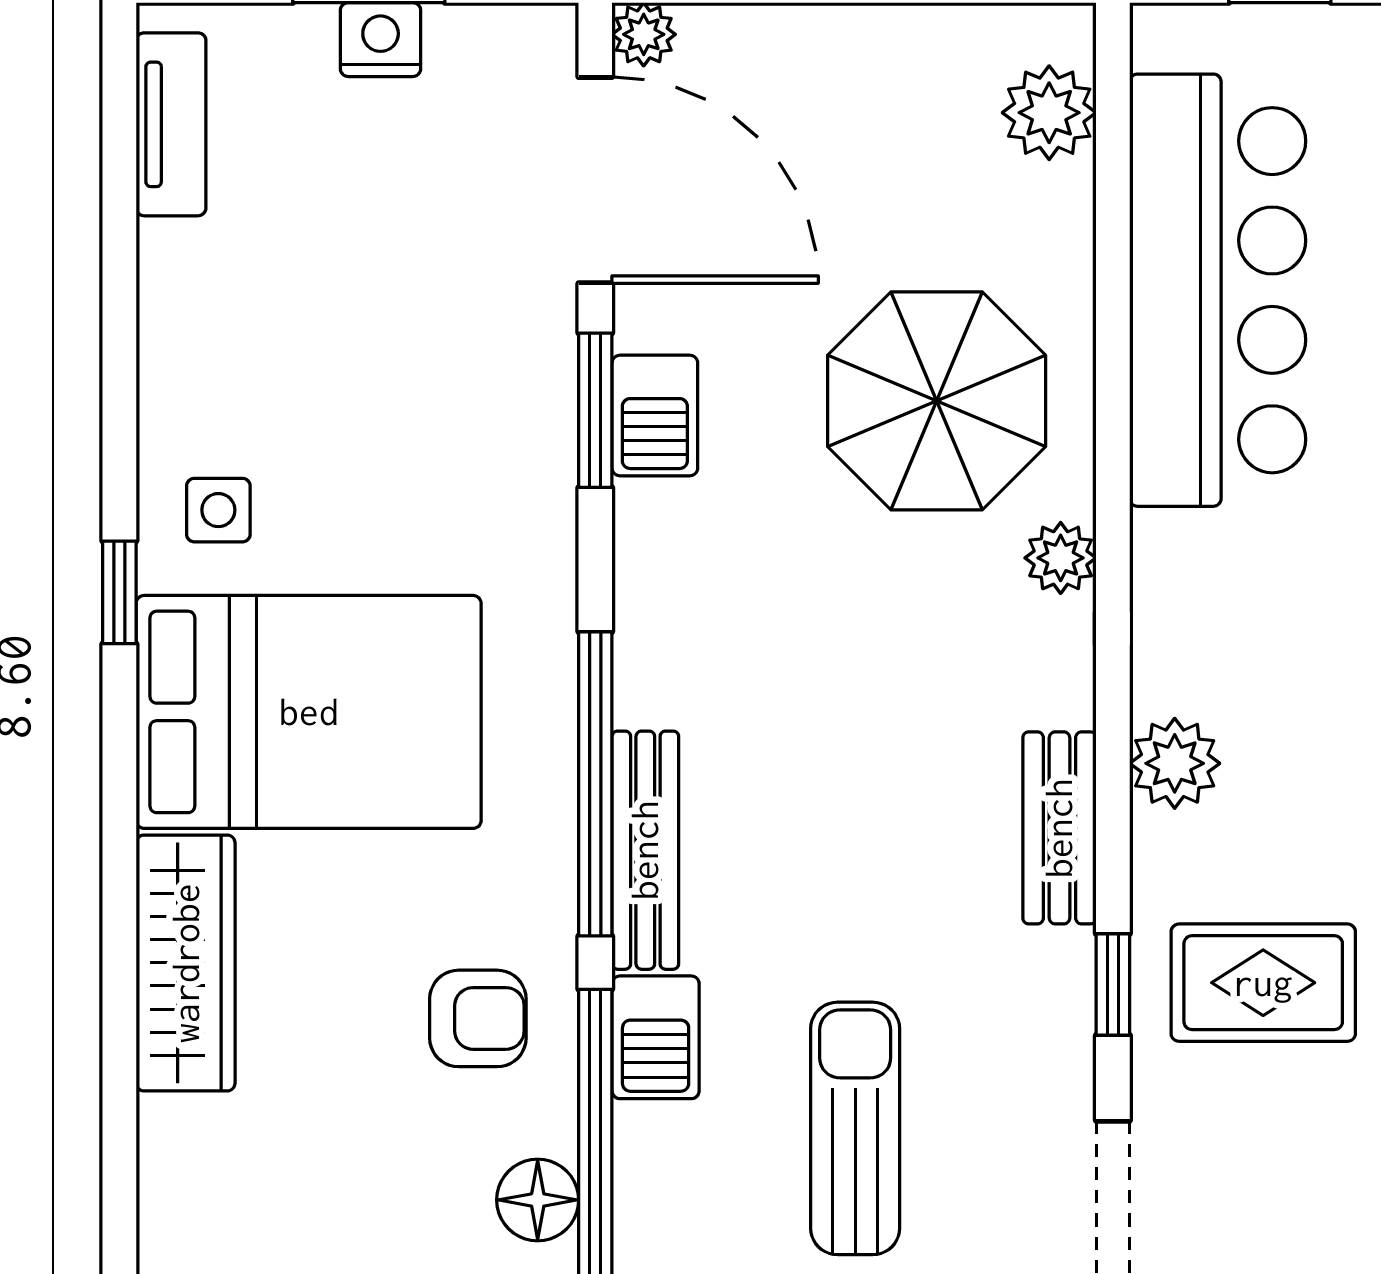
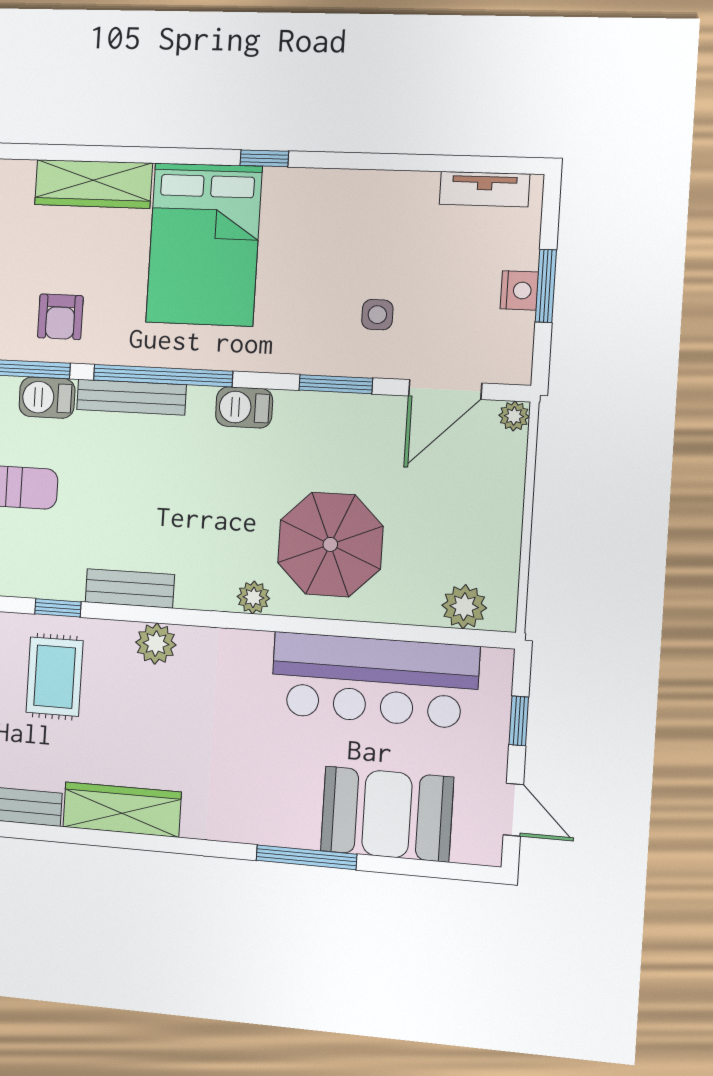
door: (595, 180) -> (445, 389), width x0.73
barbecue: (655, 415) -> (244, 407), moved
side table: (218, 510) -> (377, 315), moved

